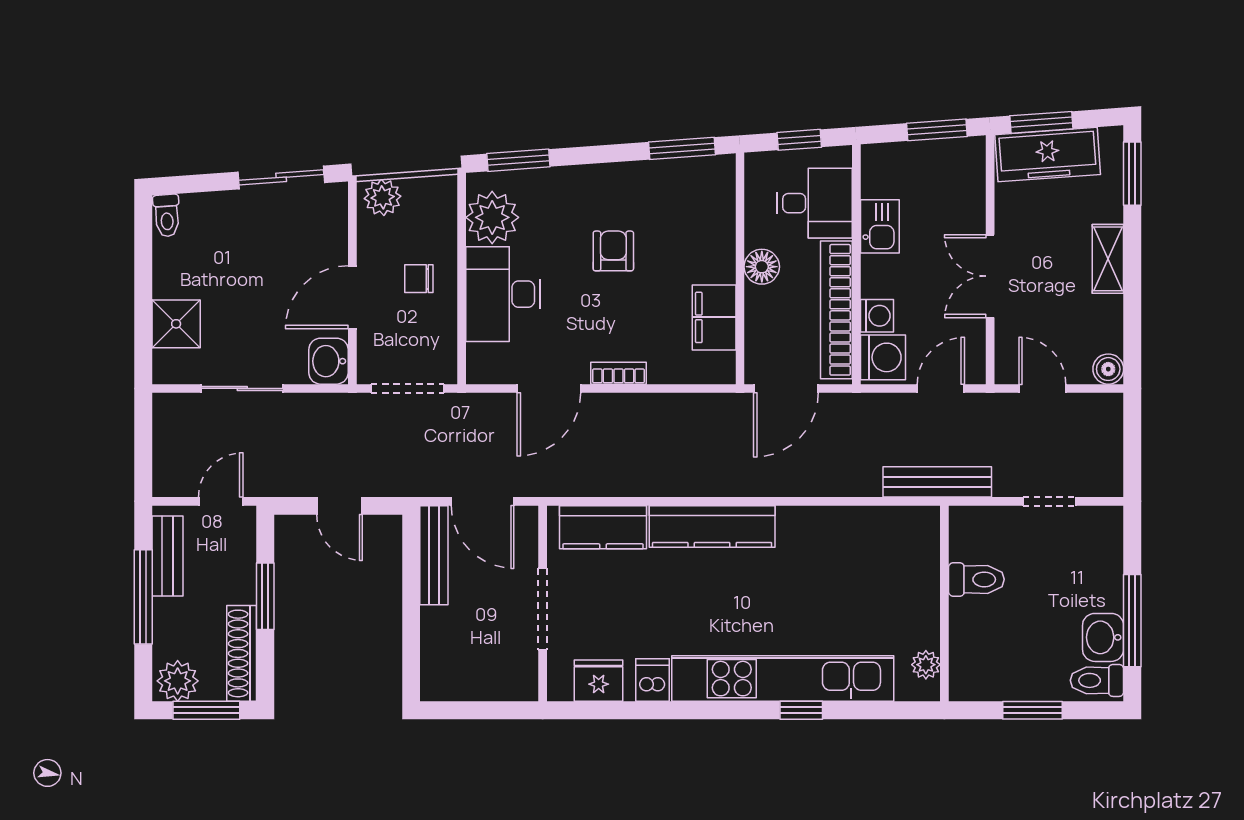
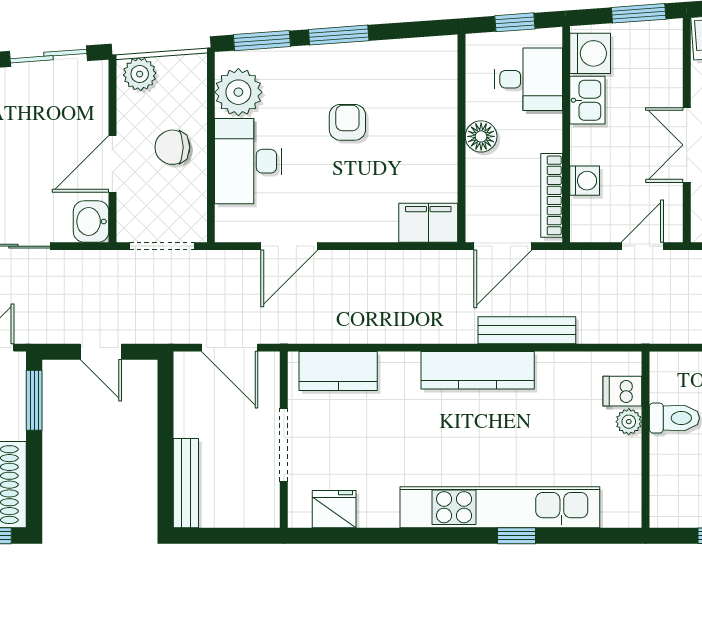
window: (682, 148) -> (339, 35), moved
chair: (419, 279) -> (172, 147), width x1.37, depth x1.37
bookcase: (836, 310) -> (552, 195), width x0.68, depth x0.76
filing cabinet: (714, 317) -> (428, 223), moved, turned 90
washing machine: (883, 357) -> (590, 53), moved
bookcase: (618, 373) -> (352, 232), removed
bench: (937, 482) -> (527, 330), moved
kitchen counter: (712, 526) -> (478, 370), moved
bench: (434, 555) -> (186, 483), moved
window: (265, 596) -> (34, 400), moved
plant: (926, 665) -> (629, 422), moved
dishwasher: (652, 680) -> (622, 391), moved, turned -90

